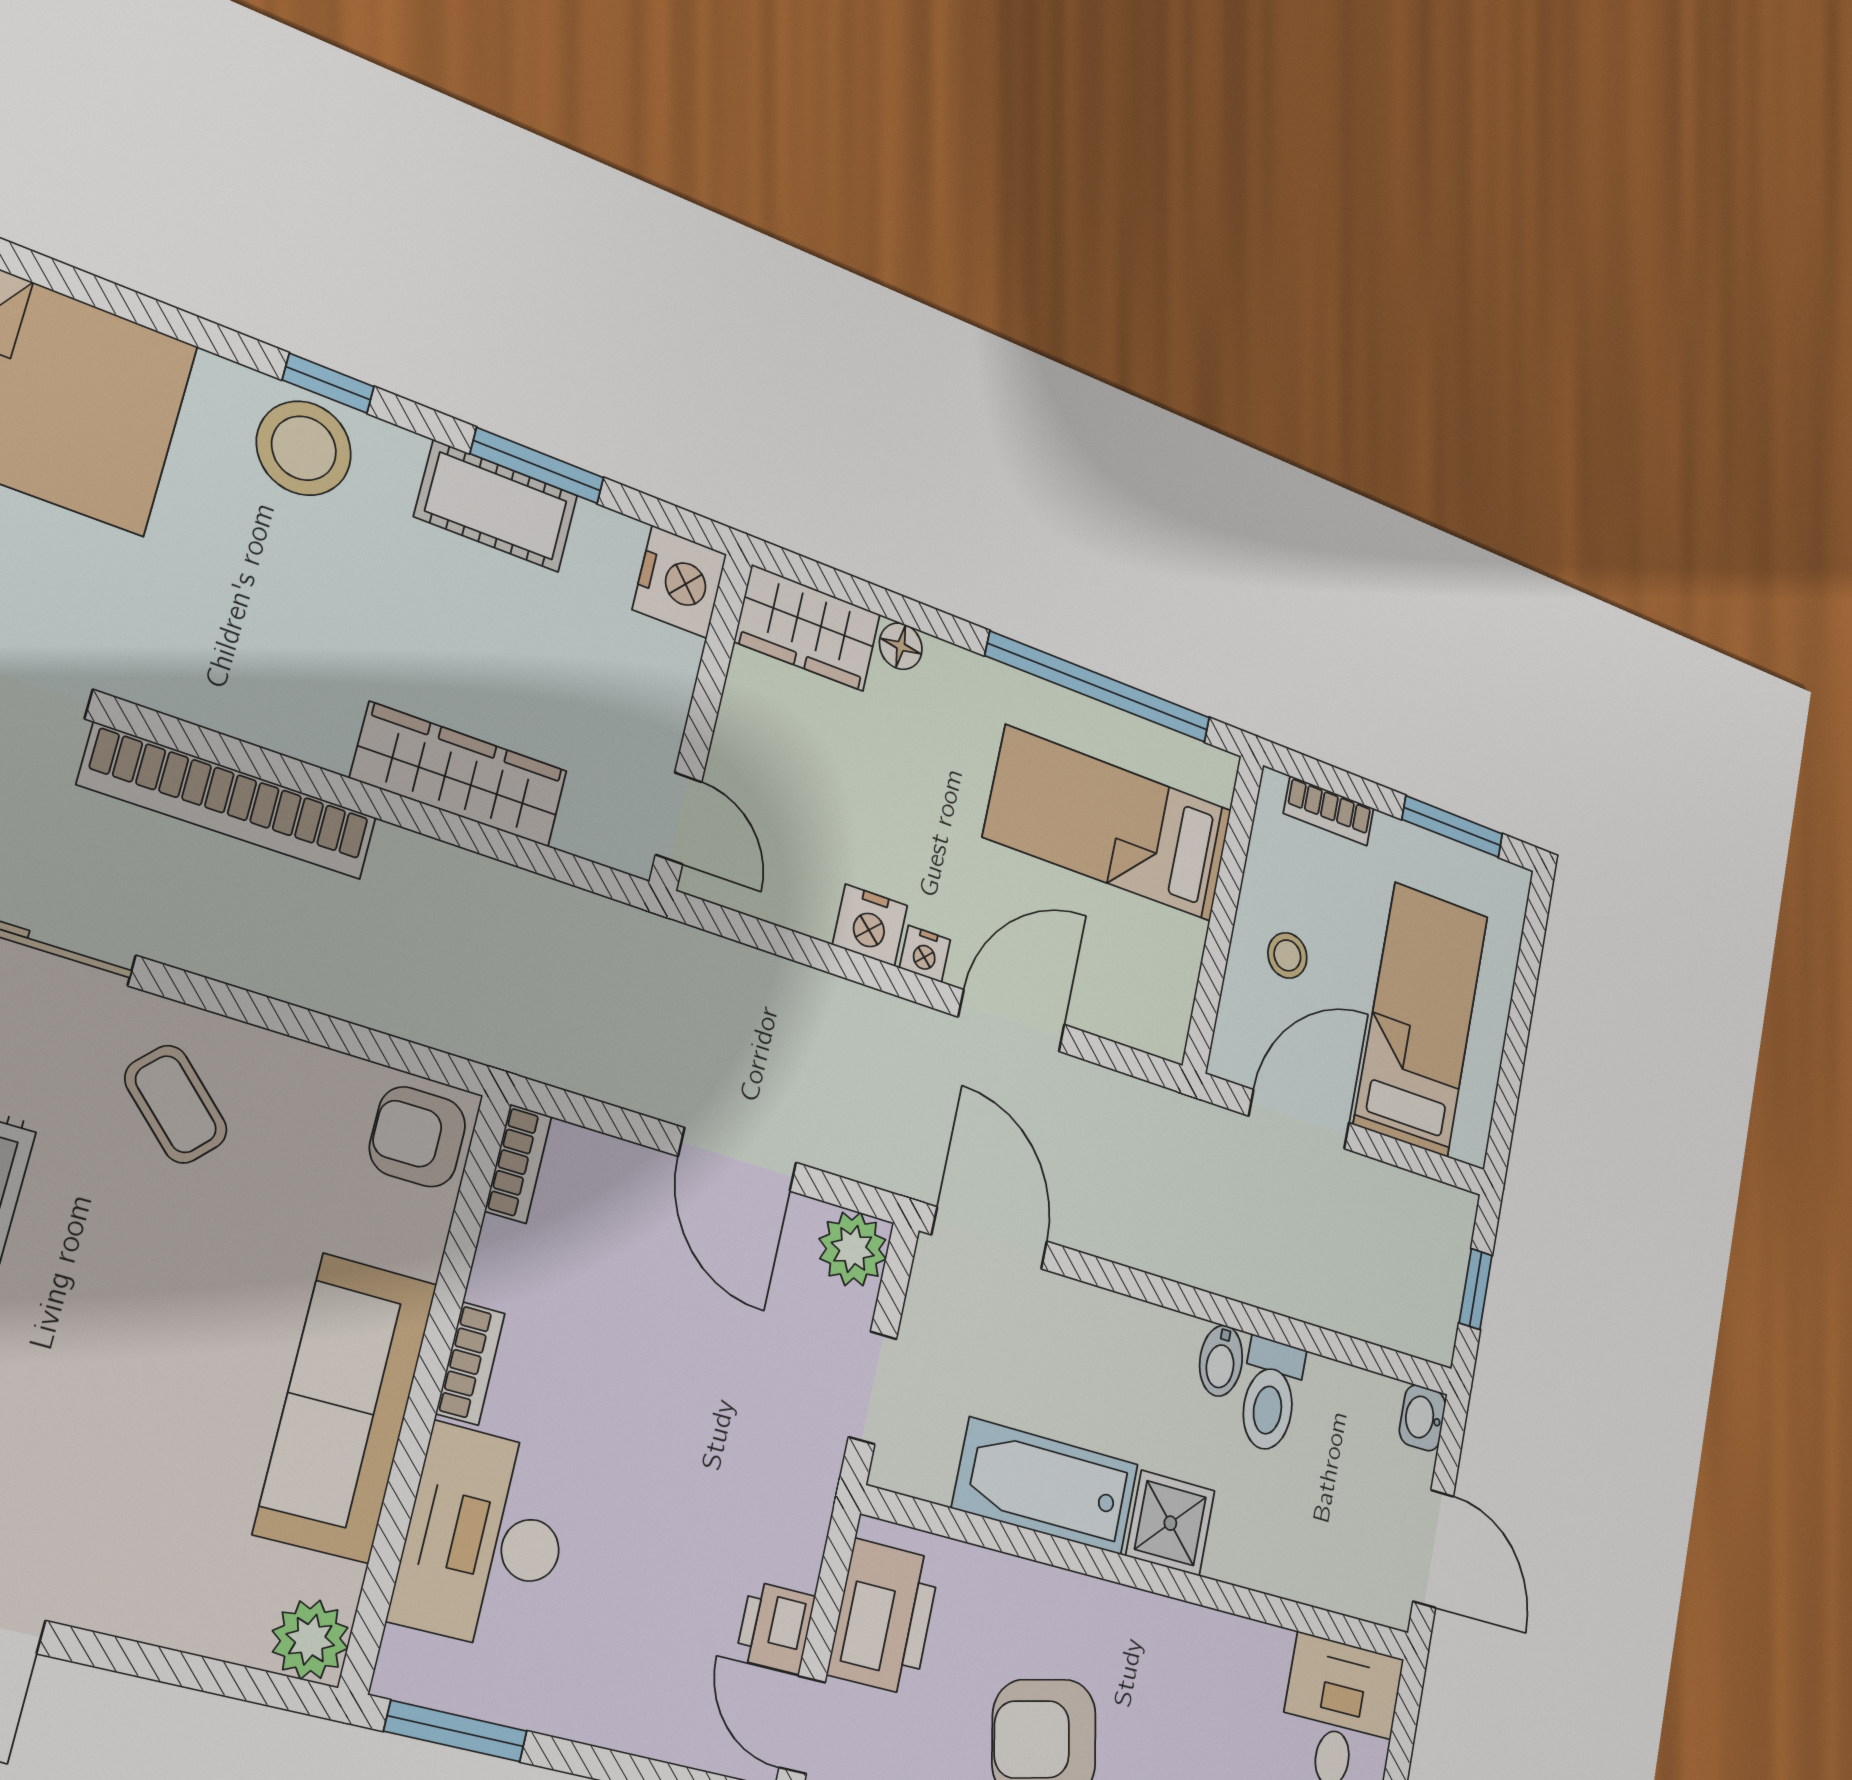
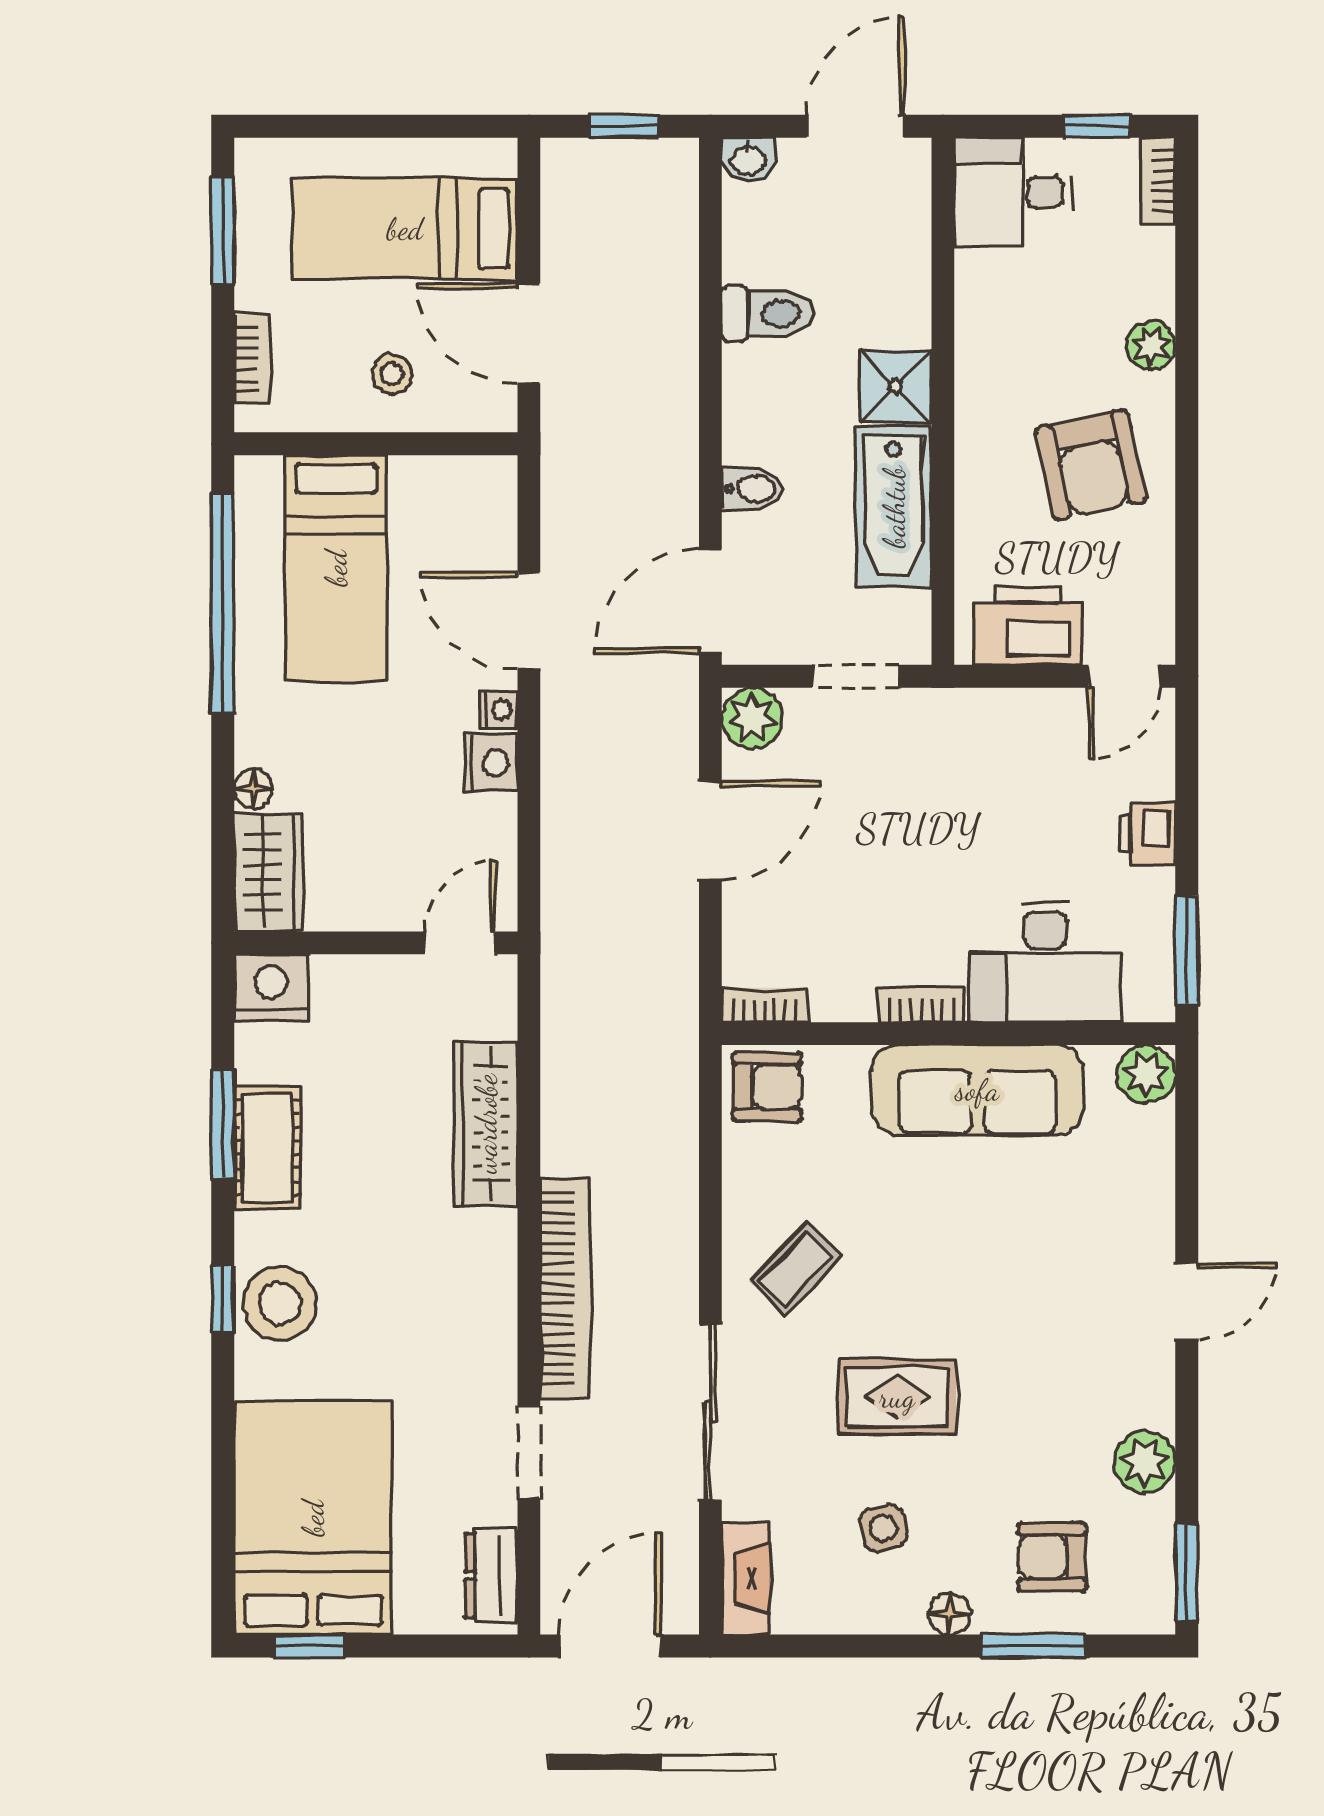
armchair: (418, 1137) -> (767, 1087), turned -90
bidet: (1221, 1361) -> (752, 489), moved
printer: (775, 1628) -> (1147, 834), moved, turned 90

